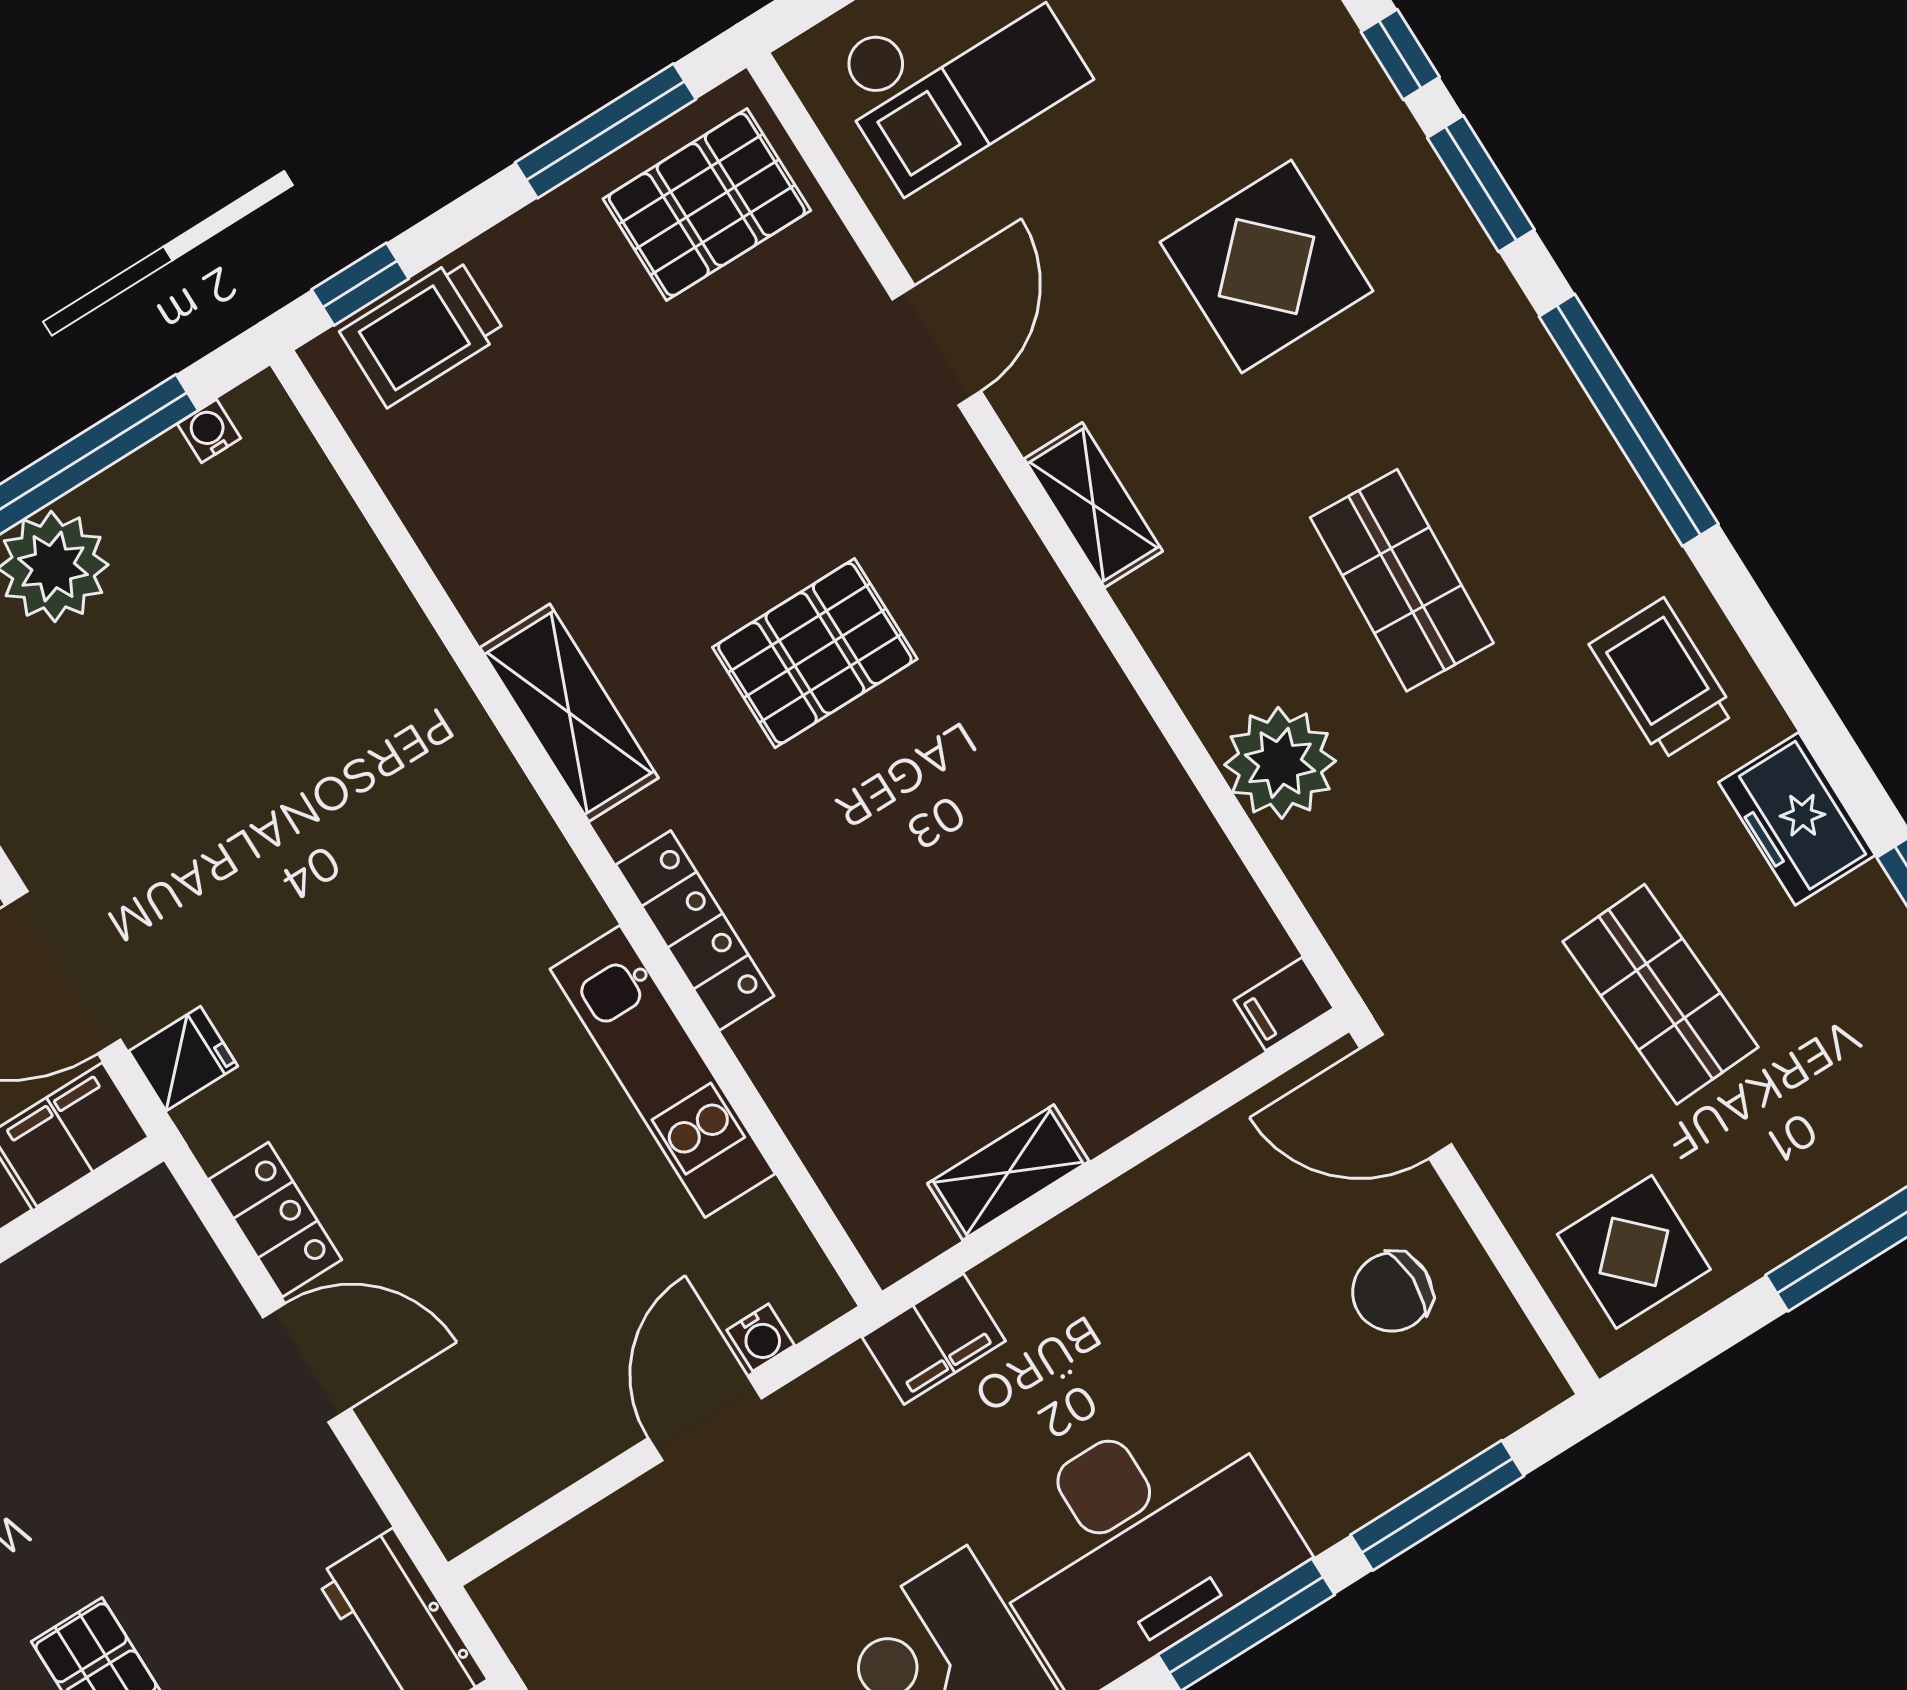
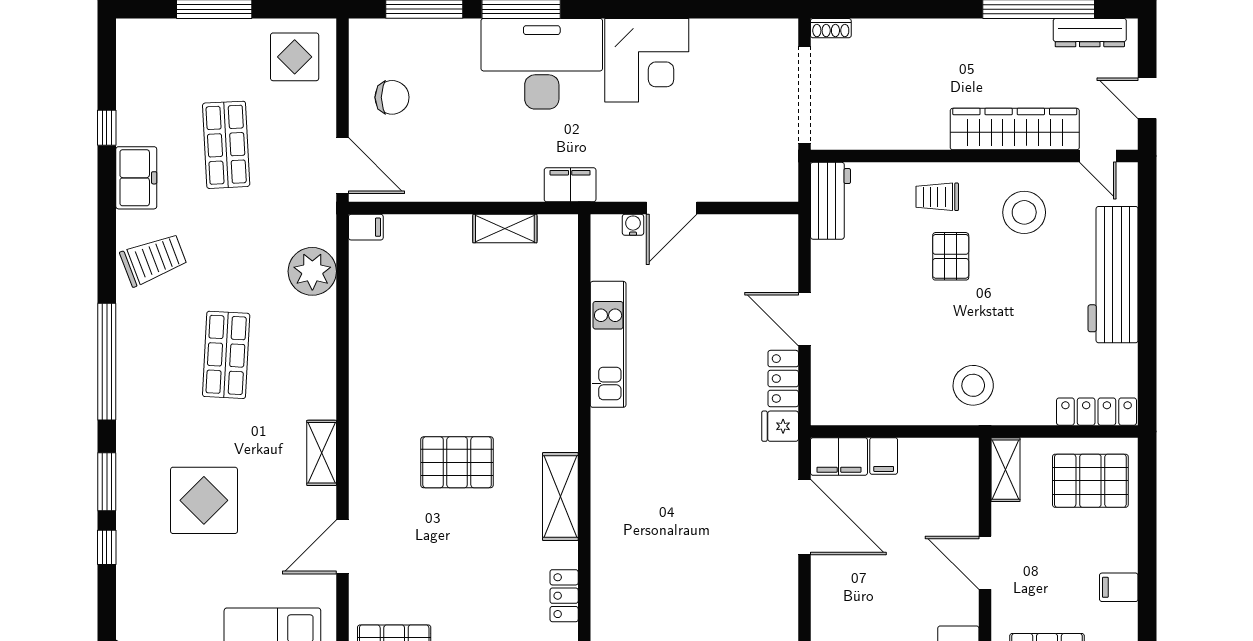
trolley: (1662, 679) -> (153, 260), turned -111
plant: (1280, 763) -> (312, 271), moved
locker: (695, 930) -> (564, 596), moved, width x0.66
fridge: (183, 1059) -> (780, 426), moved

